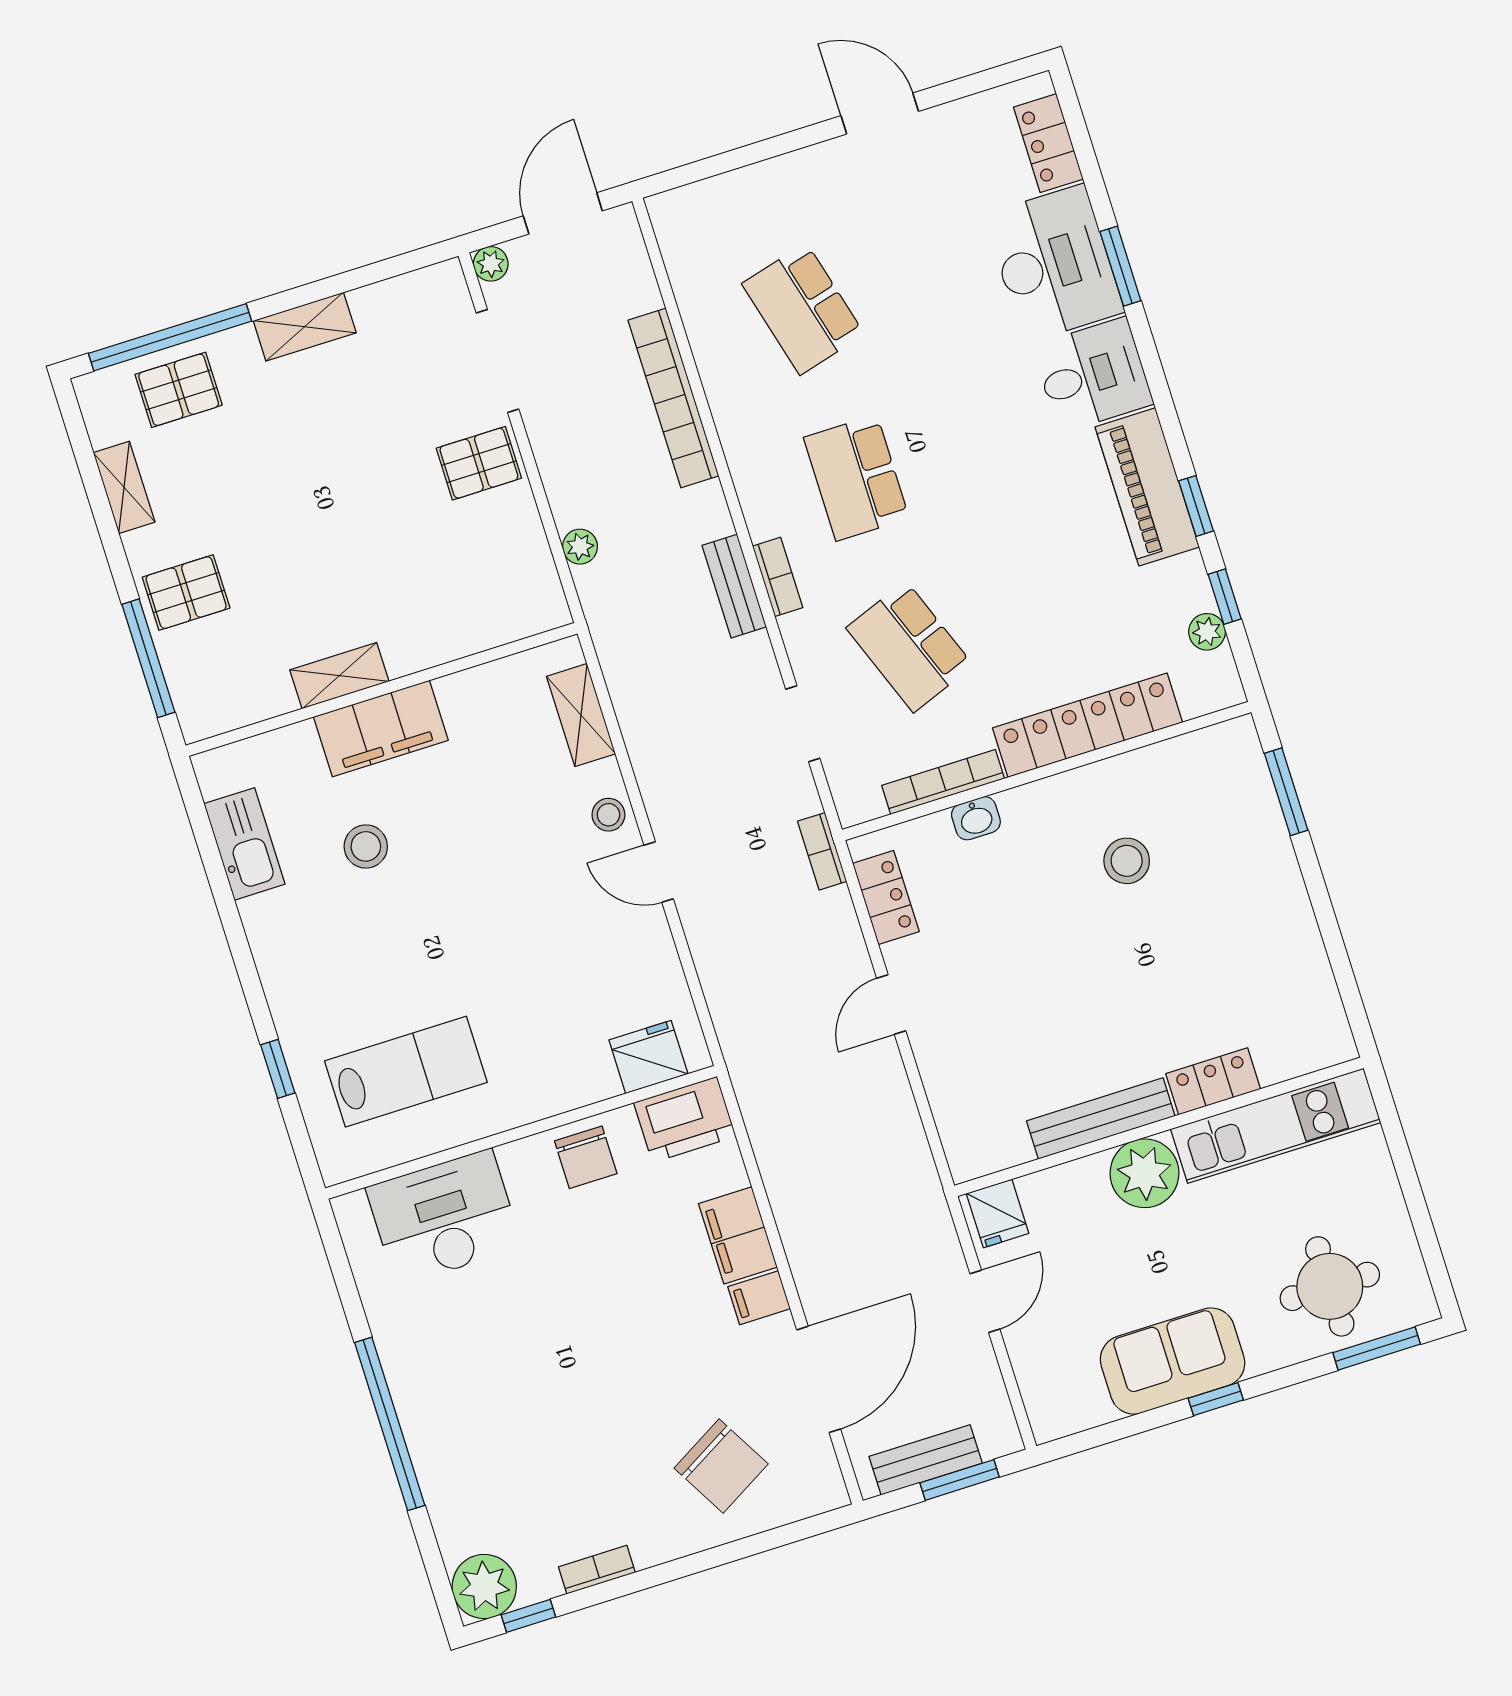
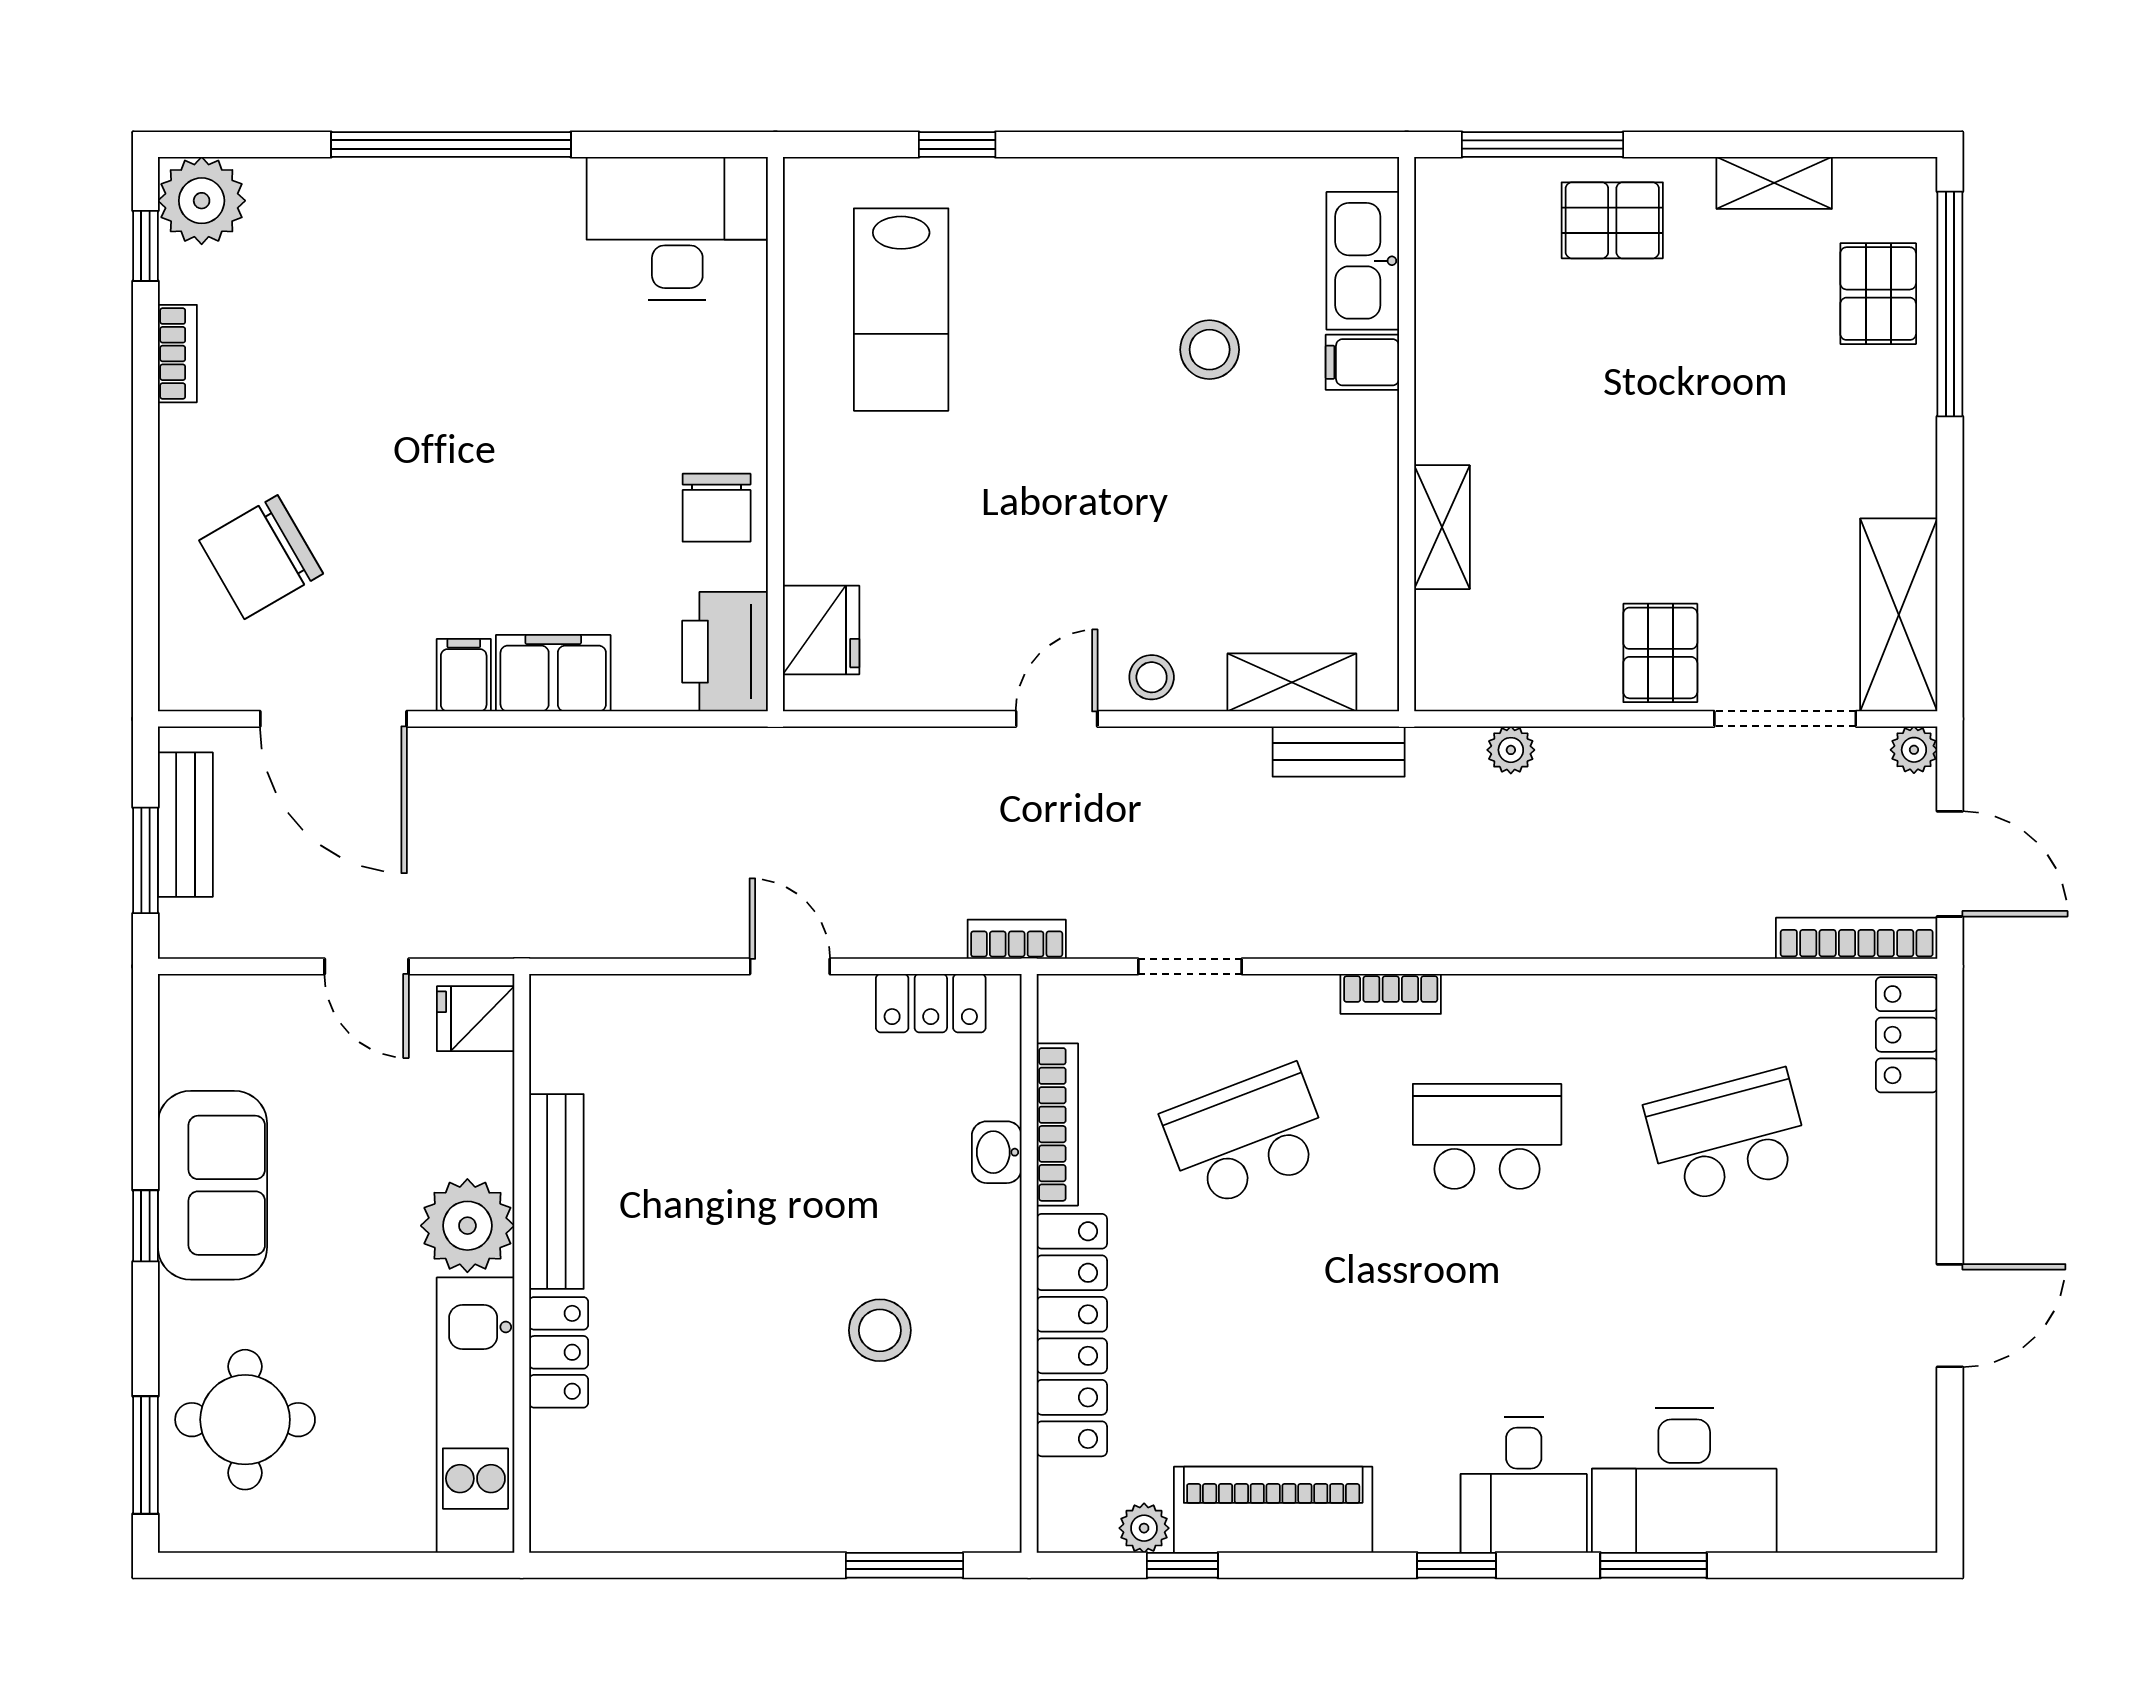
locker: (1048, 143) -> (1907, 1035), moved, turned -90
shelving: (305, 327) -> (1899, 615), moved, width x1.50, depth x1.33
bookcase: (673, 398) -> (1857, 938), moved, width x0.68, depth x0.76
piano: (1147, 487) -> (1273, 1510), moved
window: (1196, 506) -> (1457, 1565), moved
bench: (734, 586) -> (1339, 751), moved
pallet: (186, 593) -> (1612, 220), turned 90
shelving: (339, 676) -> (1442, 527), moved
filing cabinet: (381, 729) -> (1362, 362), width x0.33, depth x0.86
kitchen sink: (244, 844) -> (1363, 261), moved, turned 90
chair: (586, 1157) -> (717, 508), turned -90
desk: (444, 1217) -> (677, 228), moved, turned -90

